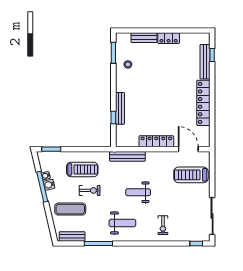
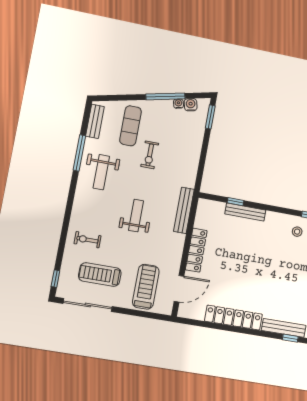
treadmill: (82, 169) -> (100, 275), moved, turned 90
water cooler: (49, 185) -> (191, 105), moved
weight bench: (122, 223) -> (101, 172), moved

